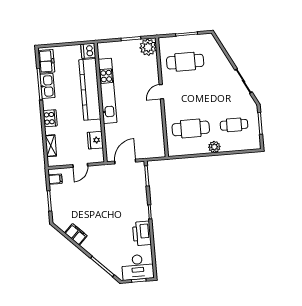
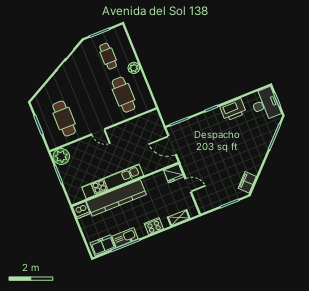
fridge: (95, 140) -> (174, 174), moved
filing cabinet: (55, 179) -> (208, 204), removed
filing cabinet: (76, 234) -> (247, 182), moved

